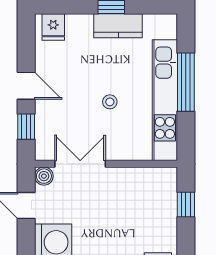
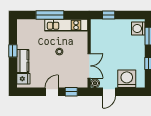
kitchen counter: (118, 26) -> (23, 61), moved
kitchen unit: (165, 100) -> (66, 25), width x0.73
double door: (80, 164) -> (89, 66), swing flipped

